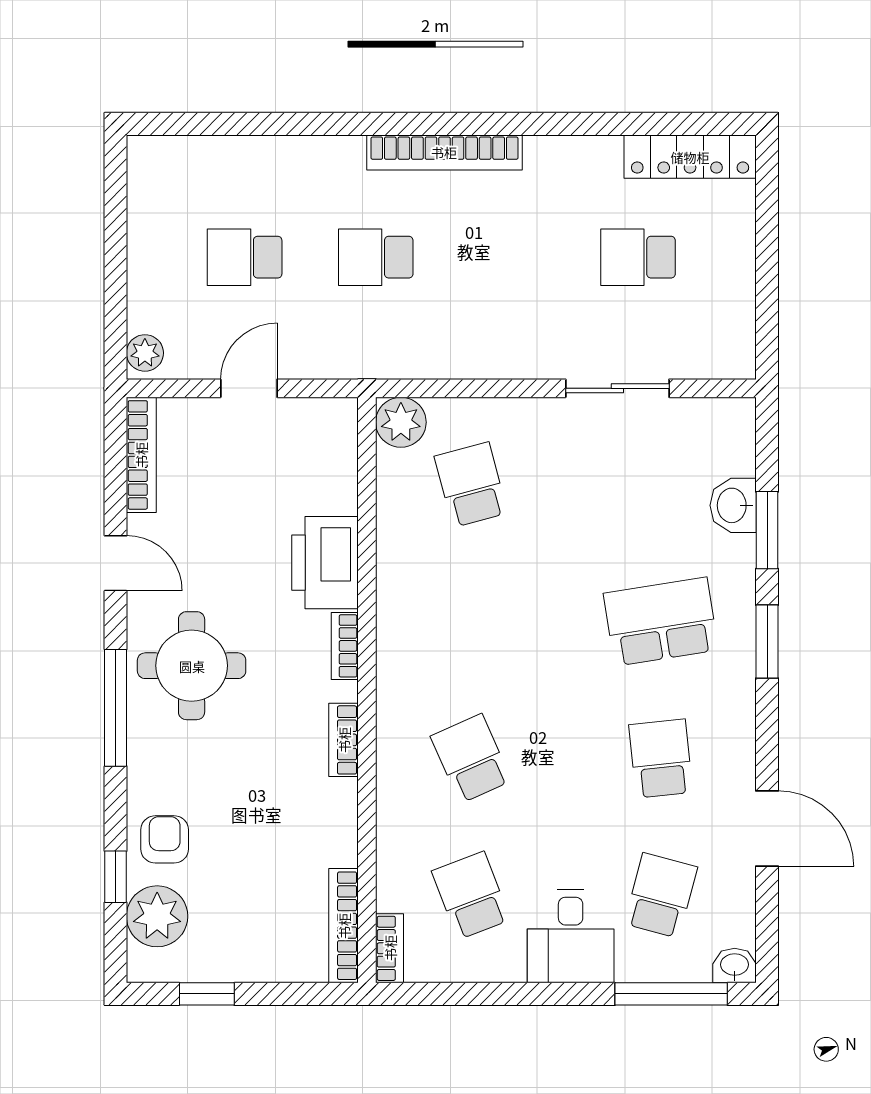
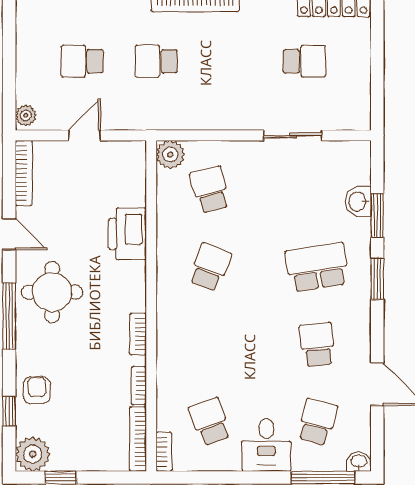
school desk: (638, 257) -> (304, 61), turned 180
bookcase: (345, 646) -> (139, 386), moved
school desk: (471, 758) -> (210, 267), moved, turned 45
plant: (157, 916) -> (33, 454), moved

